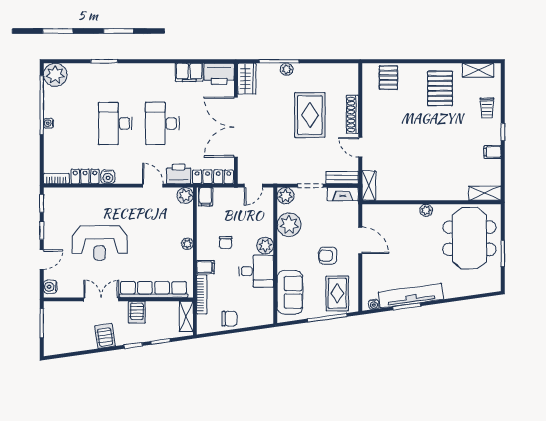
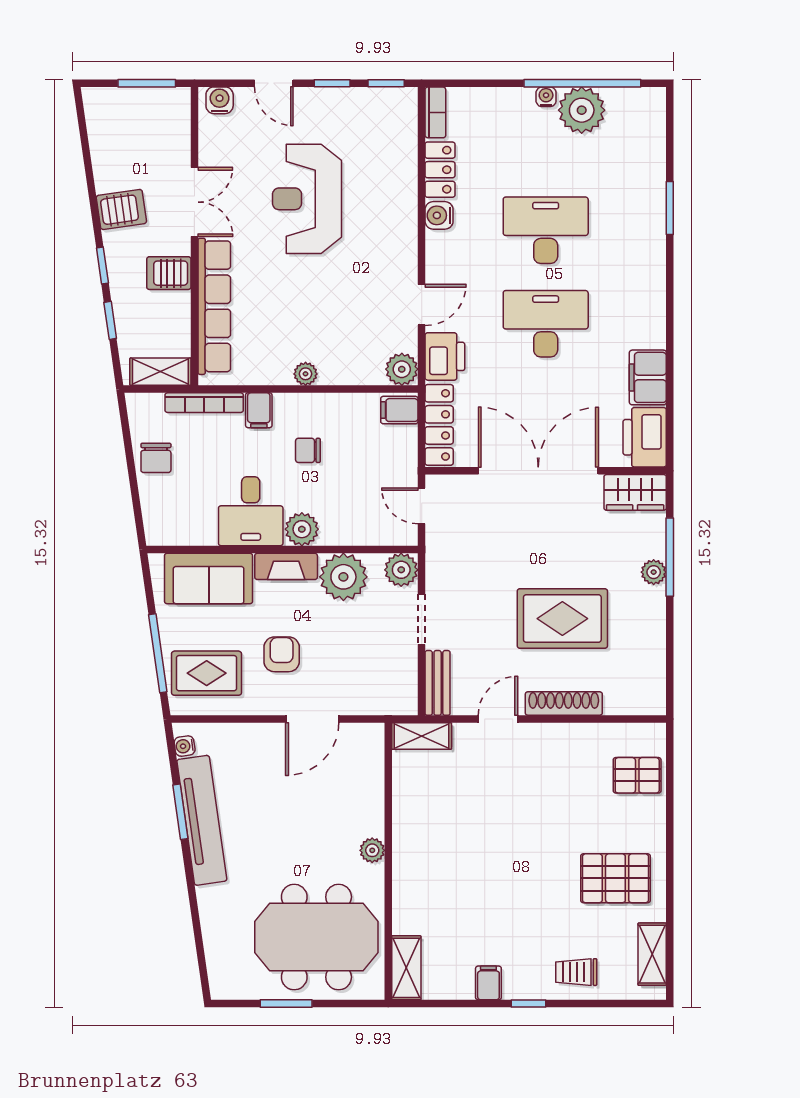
plant: (55, 75) -> (582, 110), moved
fireplace: (343, 194) -> (286, 566), moved, turned -90

